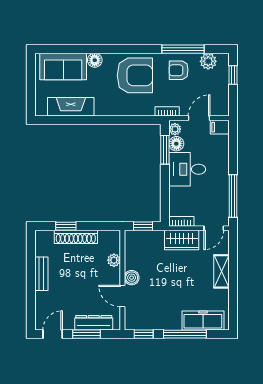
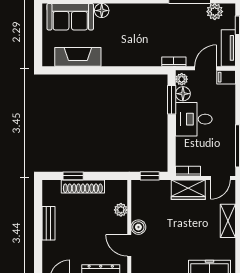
armchair: (179, 70) -> (185, 21), removed
armchair: (135, 75) -> (142, 26), removed
tv unit: (222, 98) -> (228, 48), added

